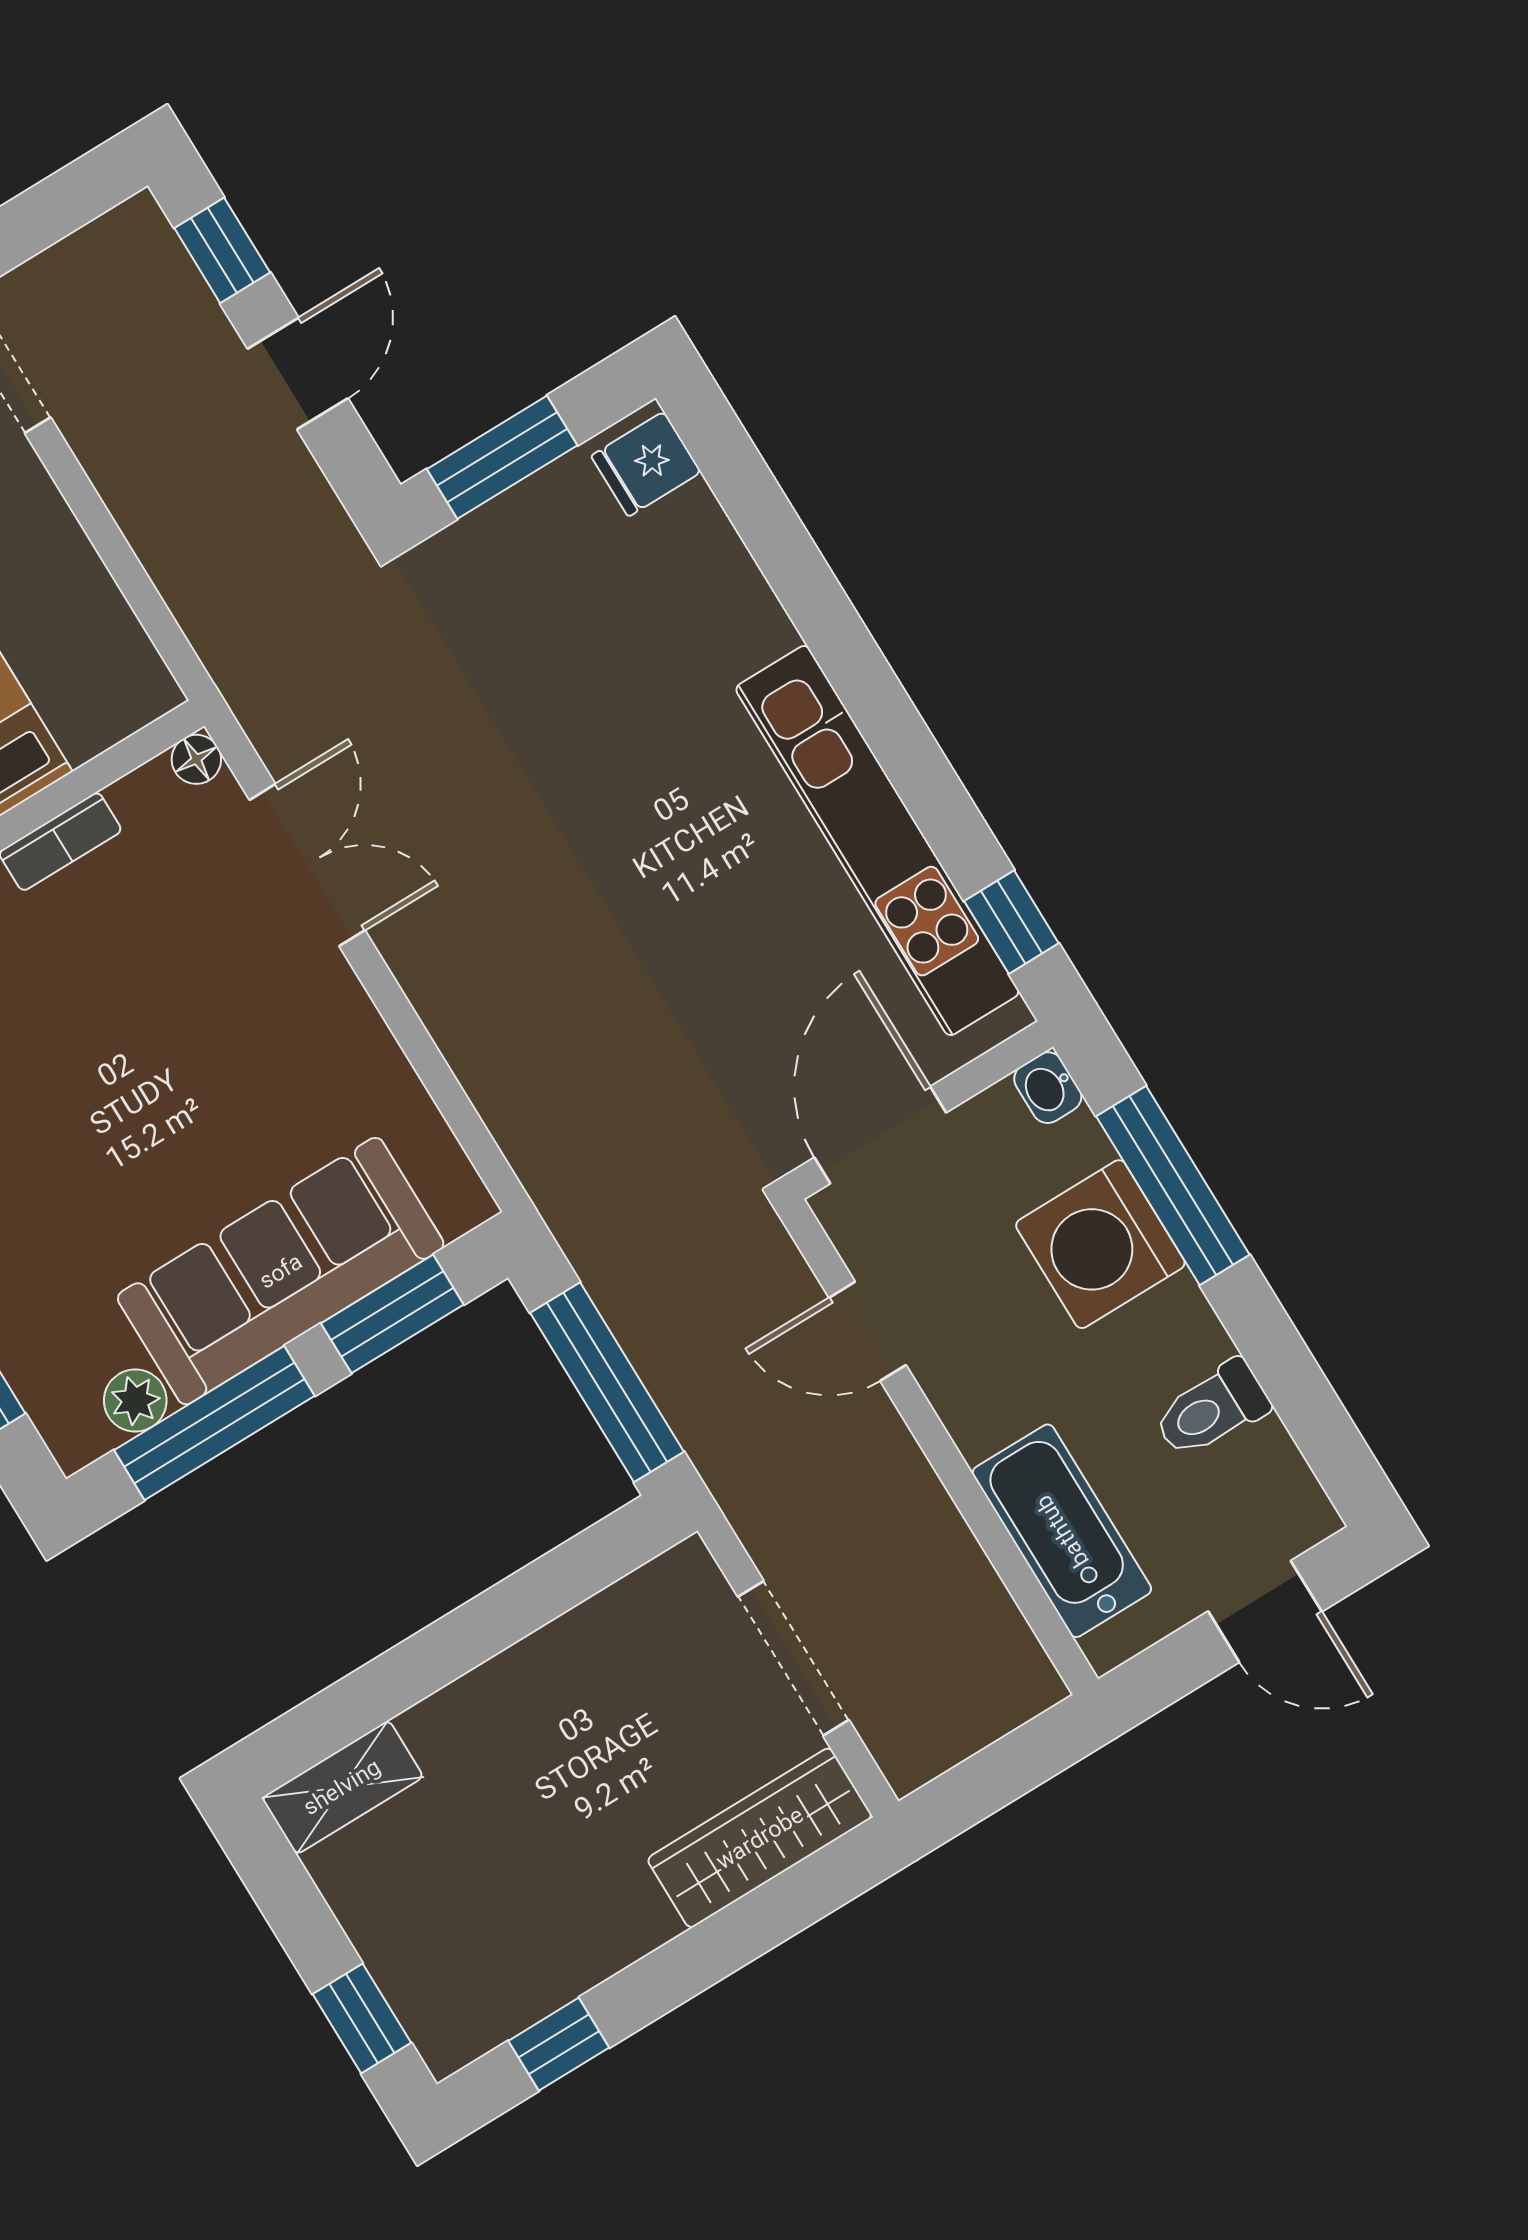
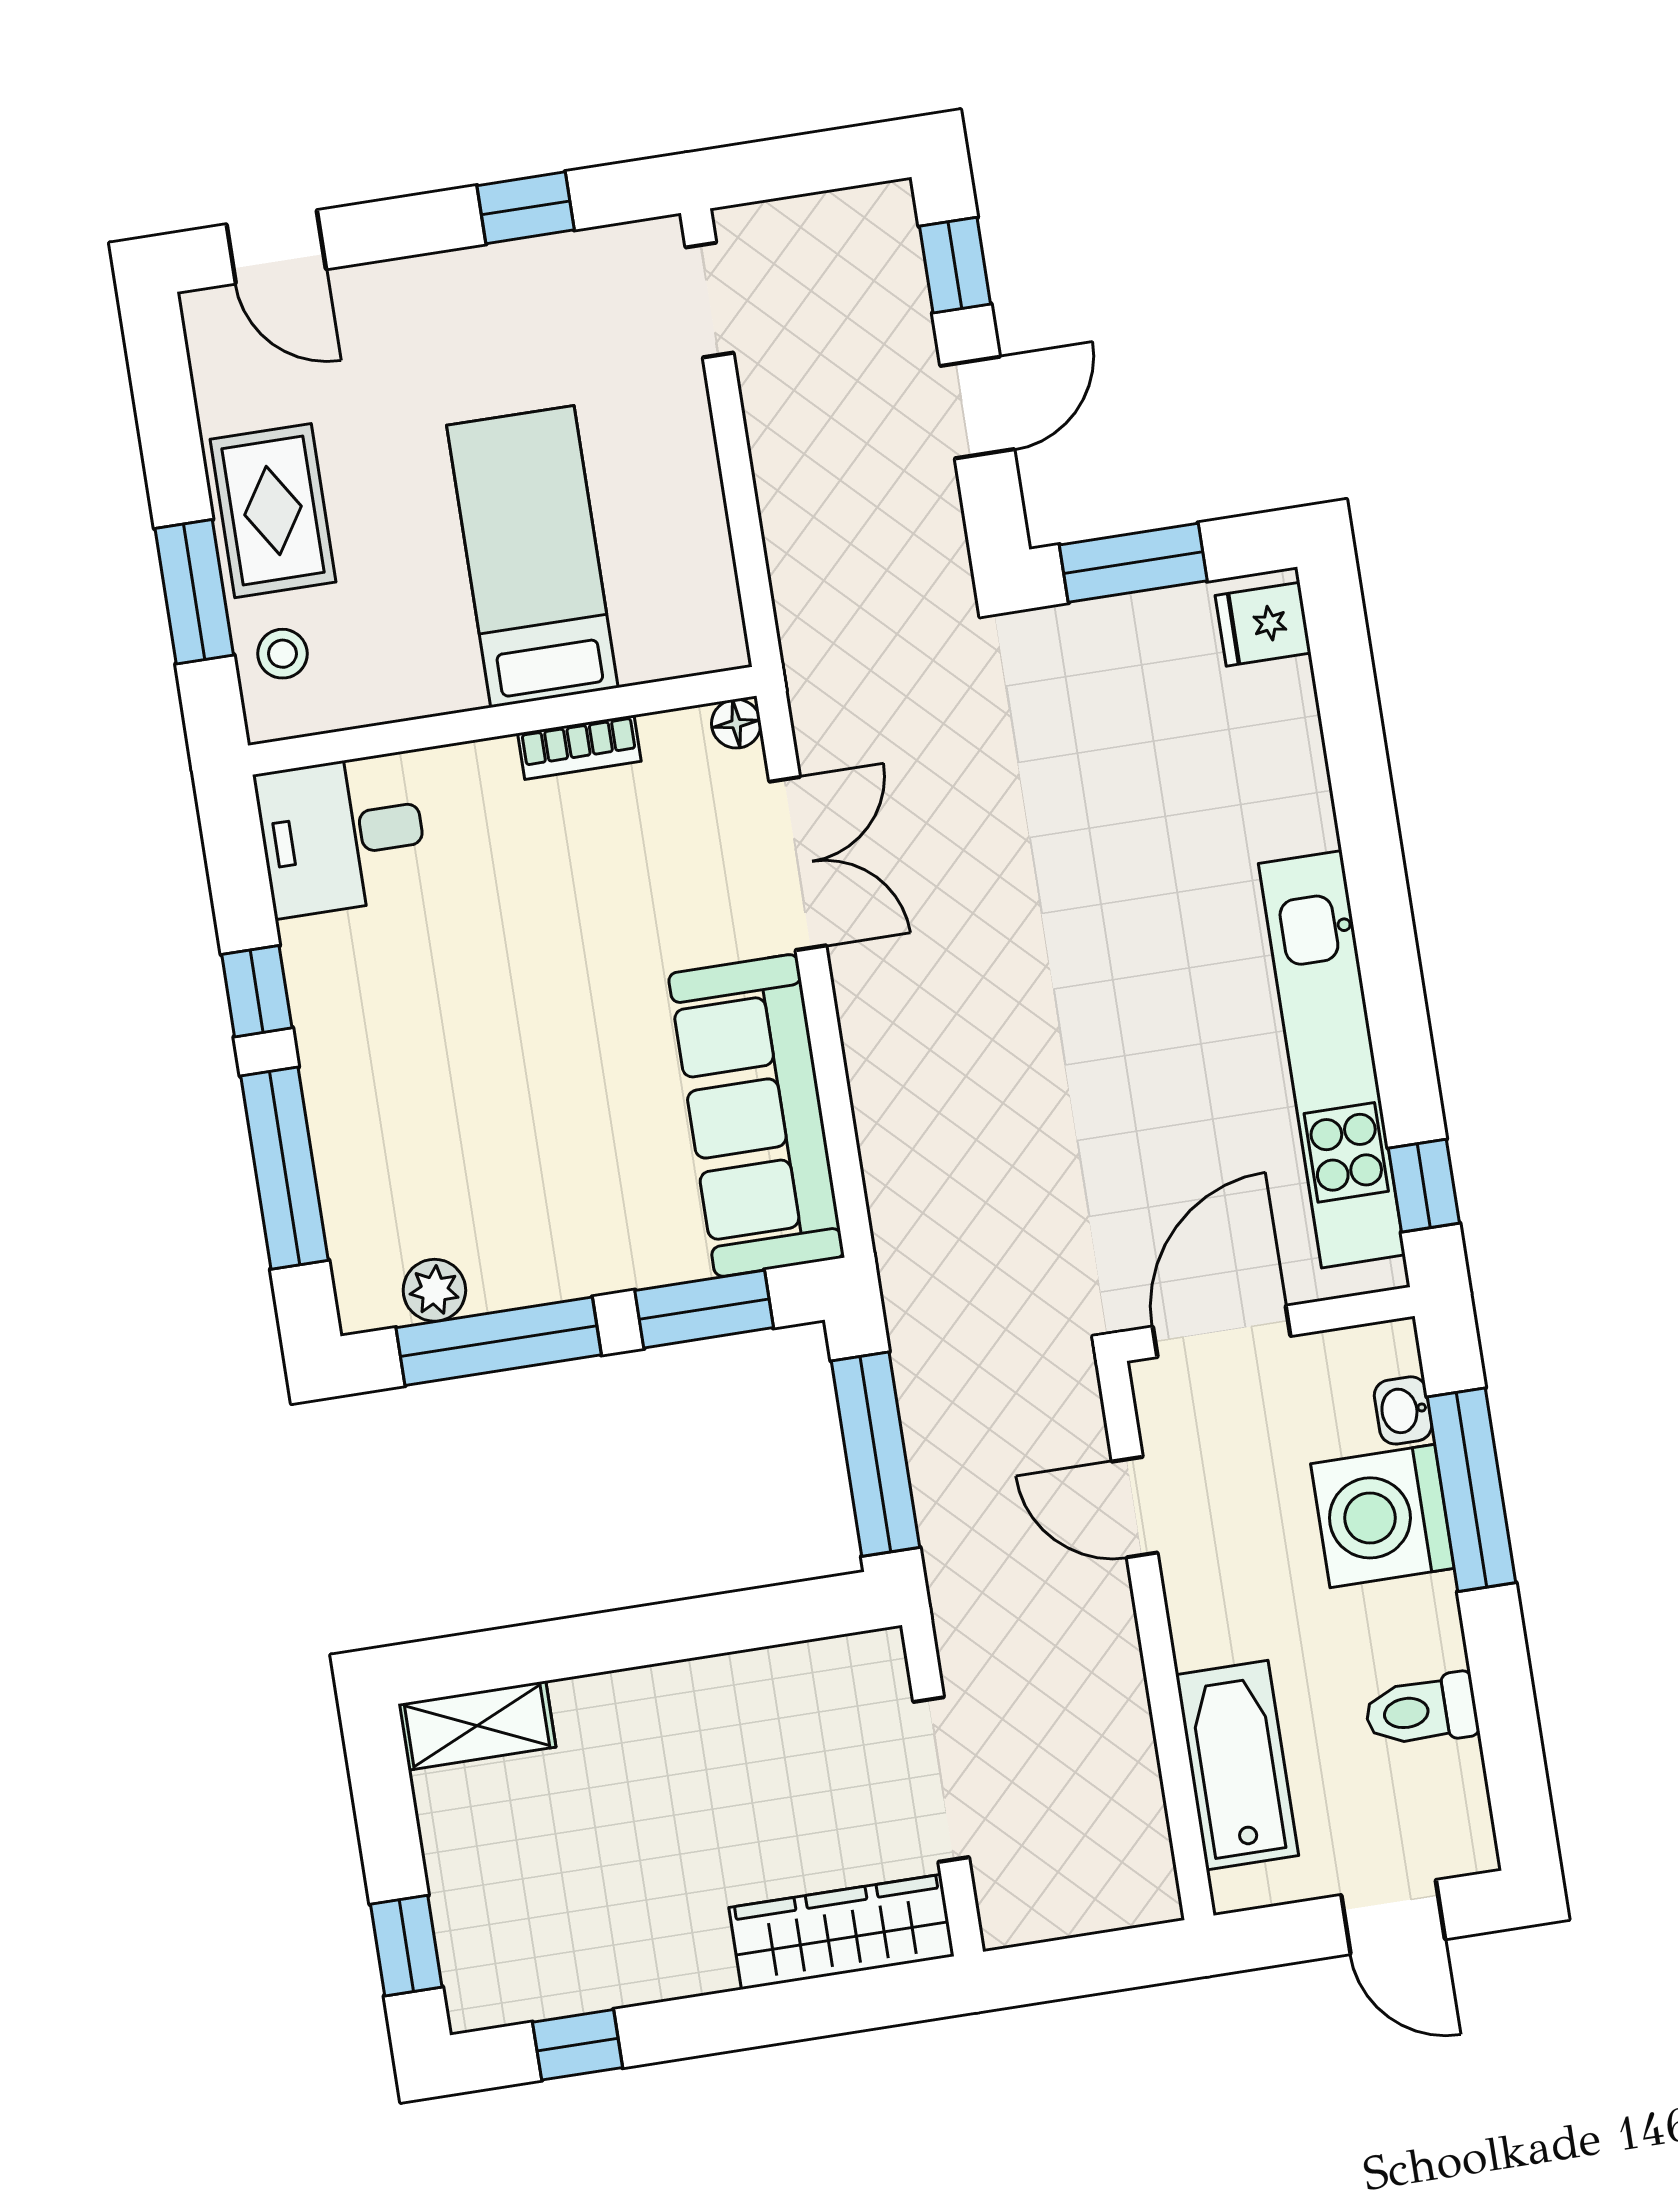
washbasin: (1048, 1088) -> (1403, 1410), moved
sofa: (281, 1271) -> (756, 1115), moved, turned -90

